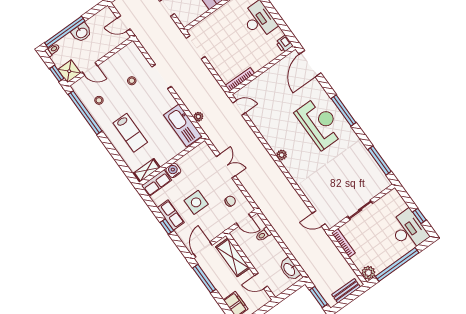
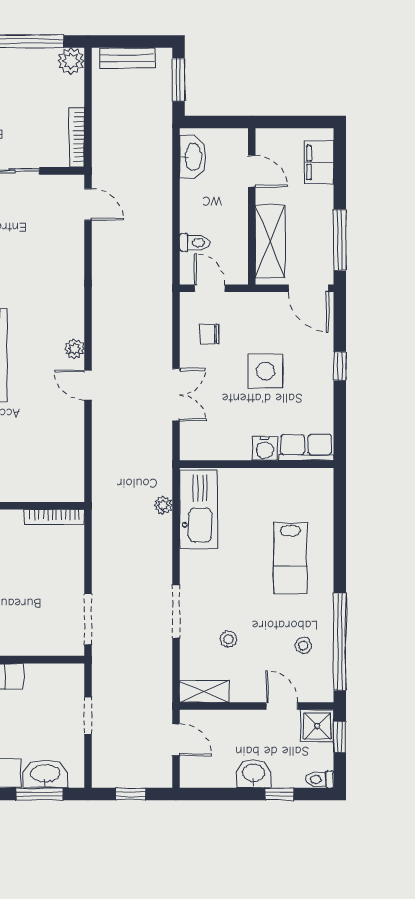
window: (65, 32) -> (279, 794), width x0.32
door: (239, 108) -> (88, 385), moved
lab bench: (130, 133) -> (290, 558), turned 180
double door: (226, 166) -> (176, 395), swing flipped
shelving: (147, 170) -> (204, 691), moved
row of seats: (171, 215) -> (320, 380), removed
door: (203, 249) -> (308, 288), hinge flipped

